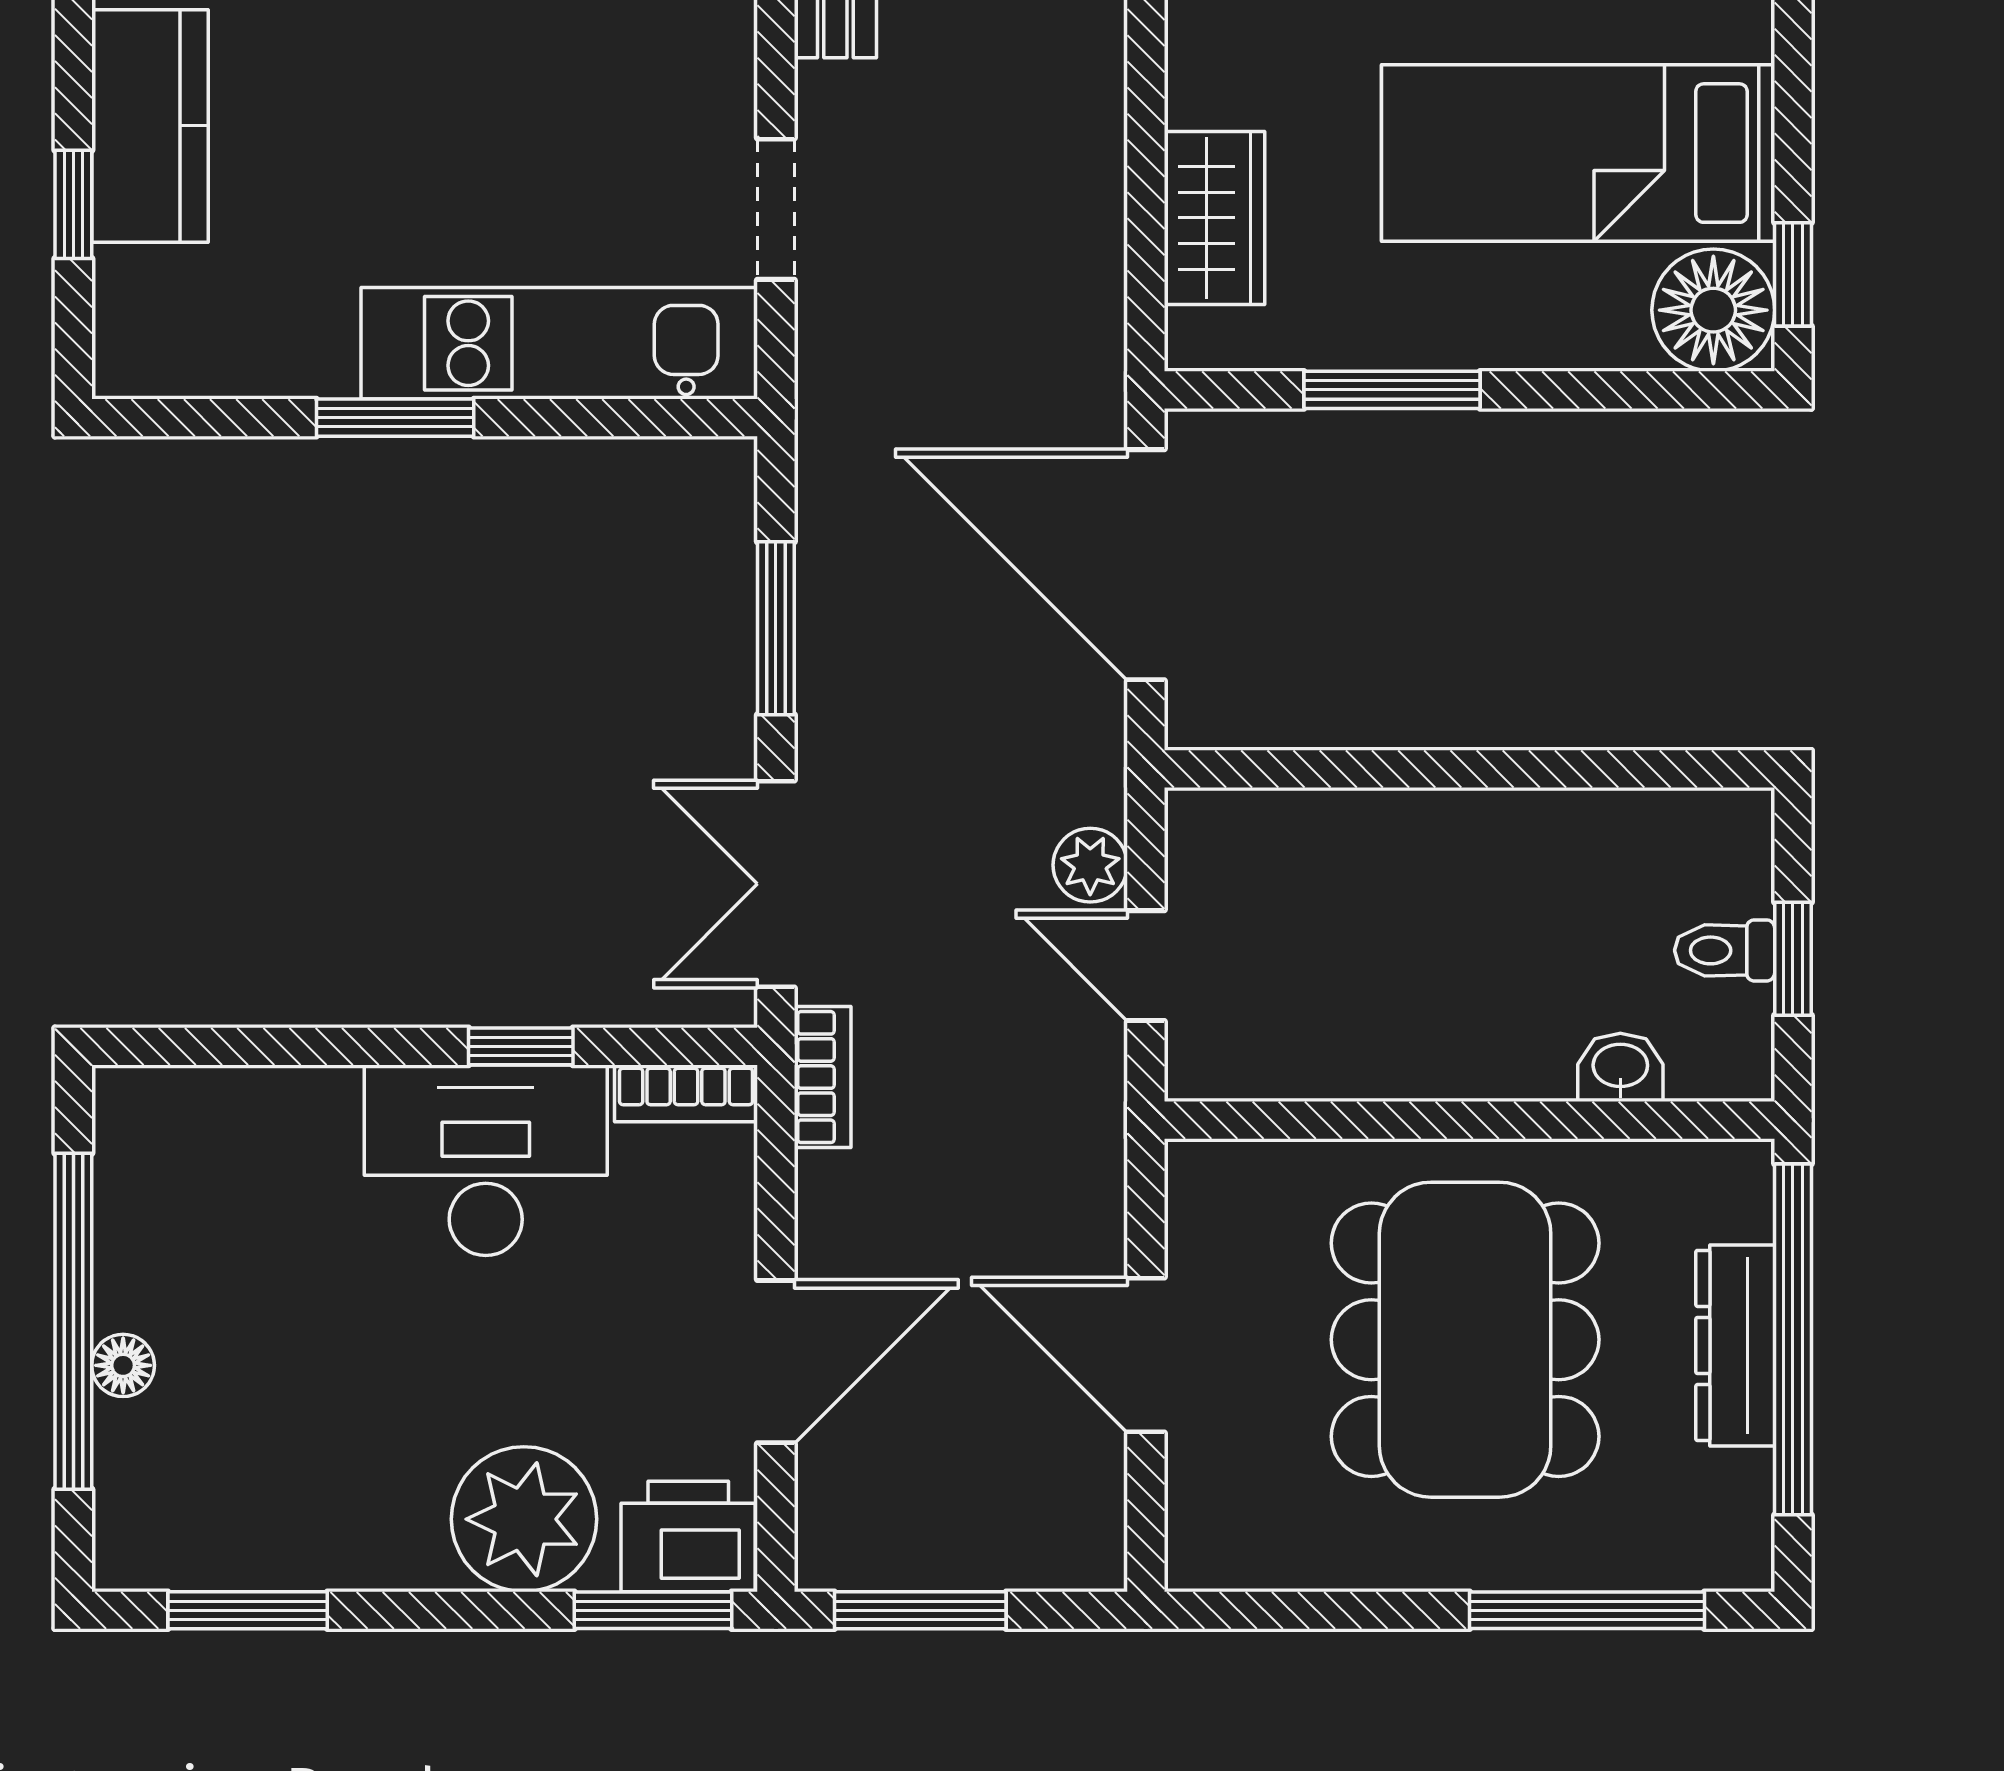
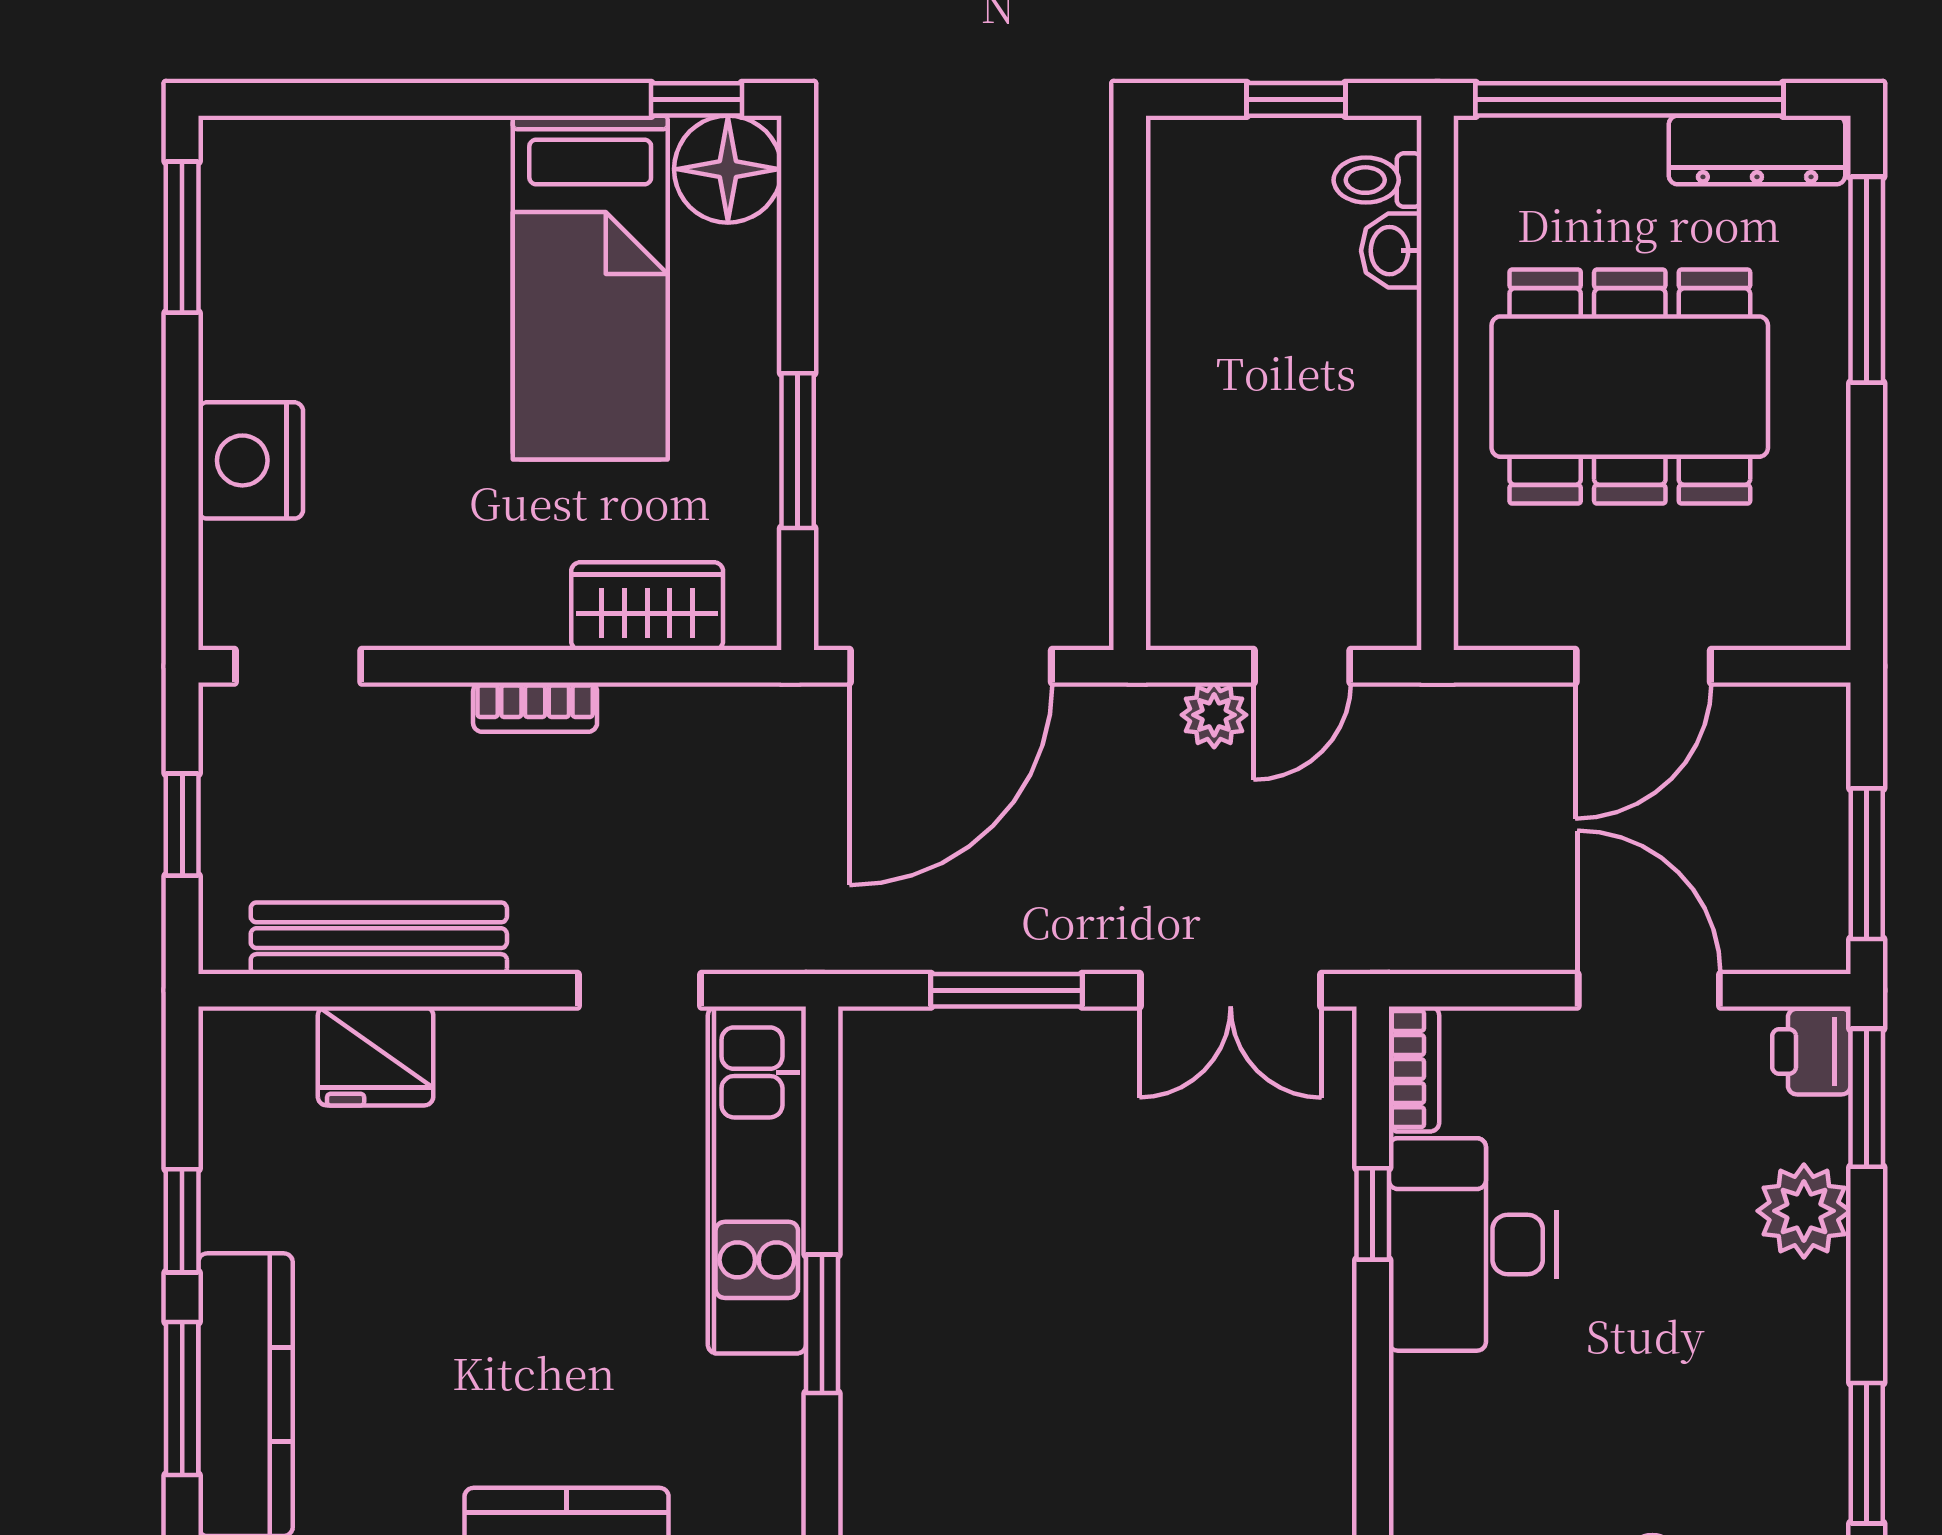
toilet: (1725, 950) -> (1378, 180), moved, turned 90
bookcase: (823, 1077) -> (535, 707), moved, turned 180
dresser: (1735, 1345) -> (1757, 150), moved
plant: (524, 1519) -> (1804, 1211), width x0.73, depth x0.73
printer: (688, 1536) -> (1811, 1052), width x0.73, depth x0.81

